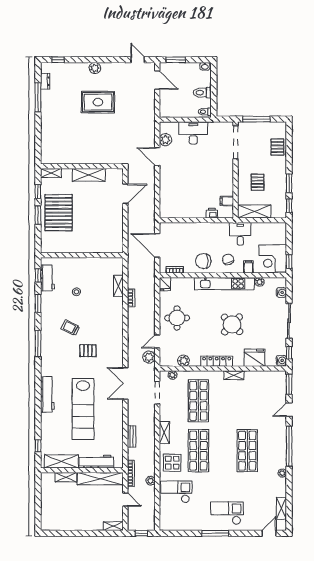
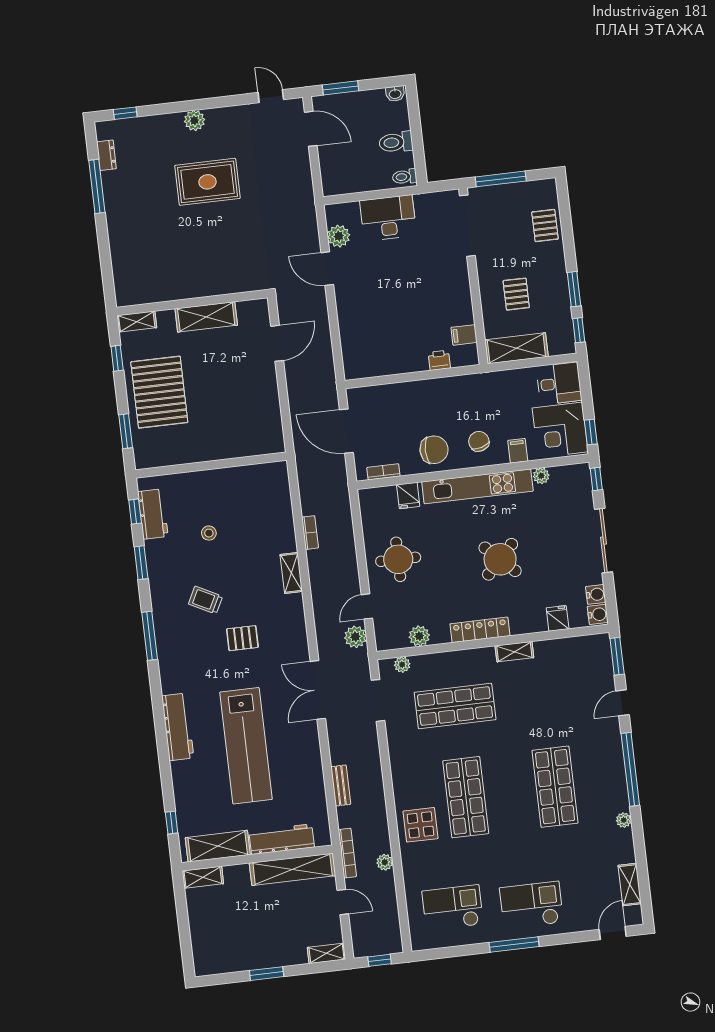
window: (38, 215) -> (126, 431), moved
desk: (240, 234) -> (559, 383), moved, turned 90
chair: (203, 261) -> (434, 450), turned 180
fridge: (165, 284) -> (408, 496), moved
shelving: (118, 286) -> (291, 573), moved
water cooler: (281, 292) -> (596, 594), moved
window: (289, 353) -> (596, 479), moved
fridge: (254, 358) -> (558, 618), width x0.53, depth x0.75
shop shelf: (198, 401) -> (455, 706), turned 90
shelving: (164, 433) -> (400, 771), removed
shelving: (66, 477) -> (203, 877), moved
checkout: (176, 492) -> (453, 908), moved
window: (80, 533) -> (267, 974), added

